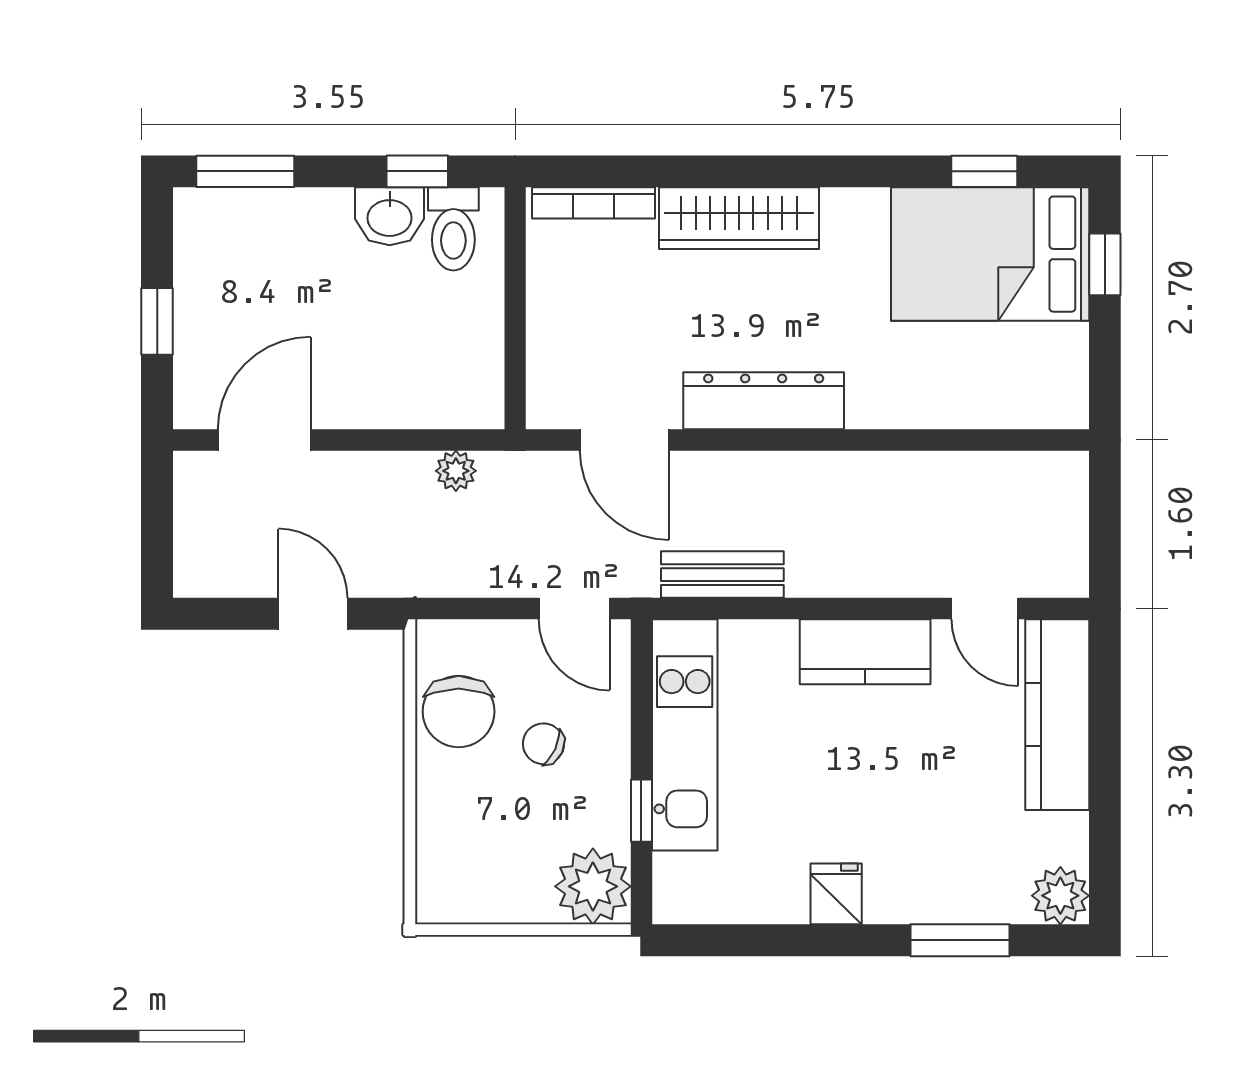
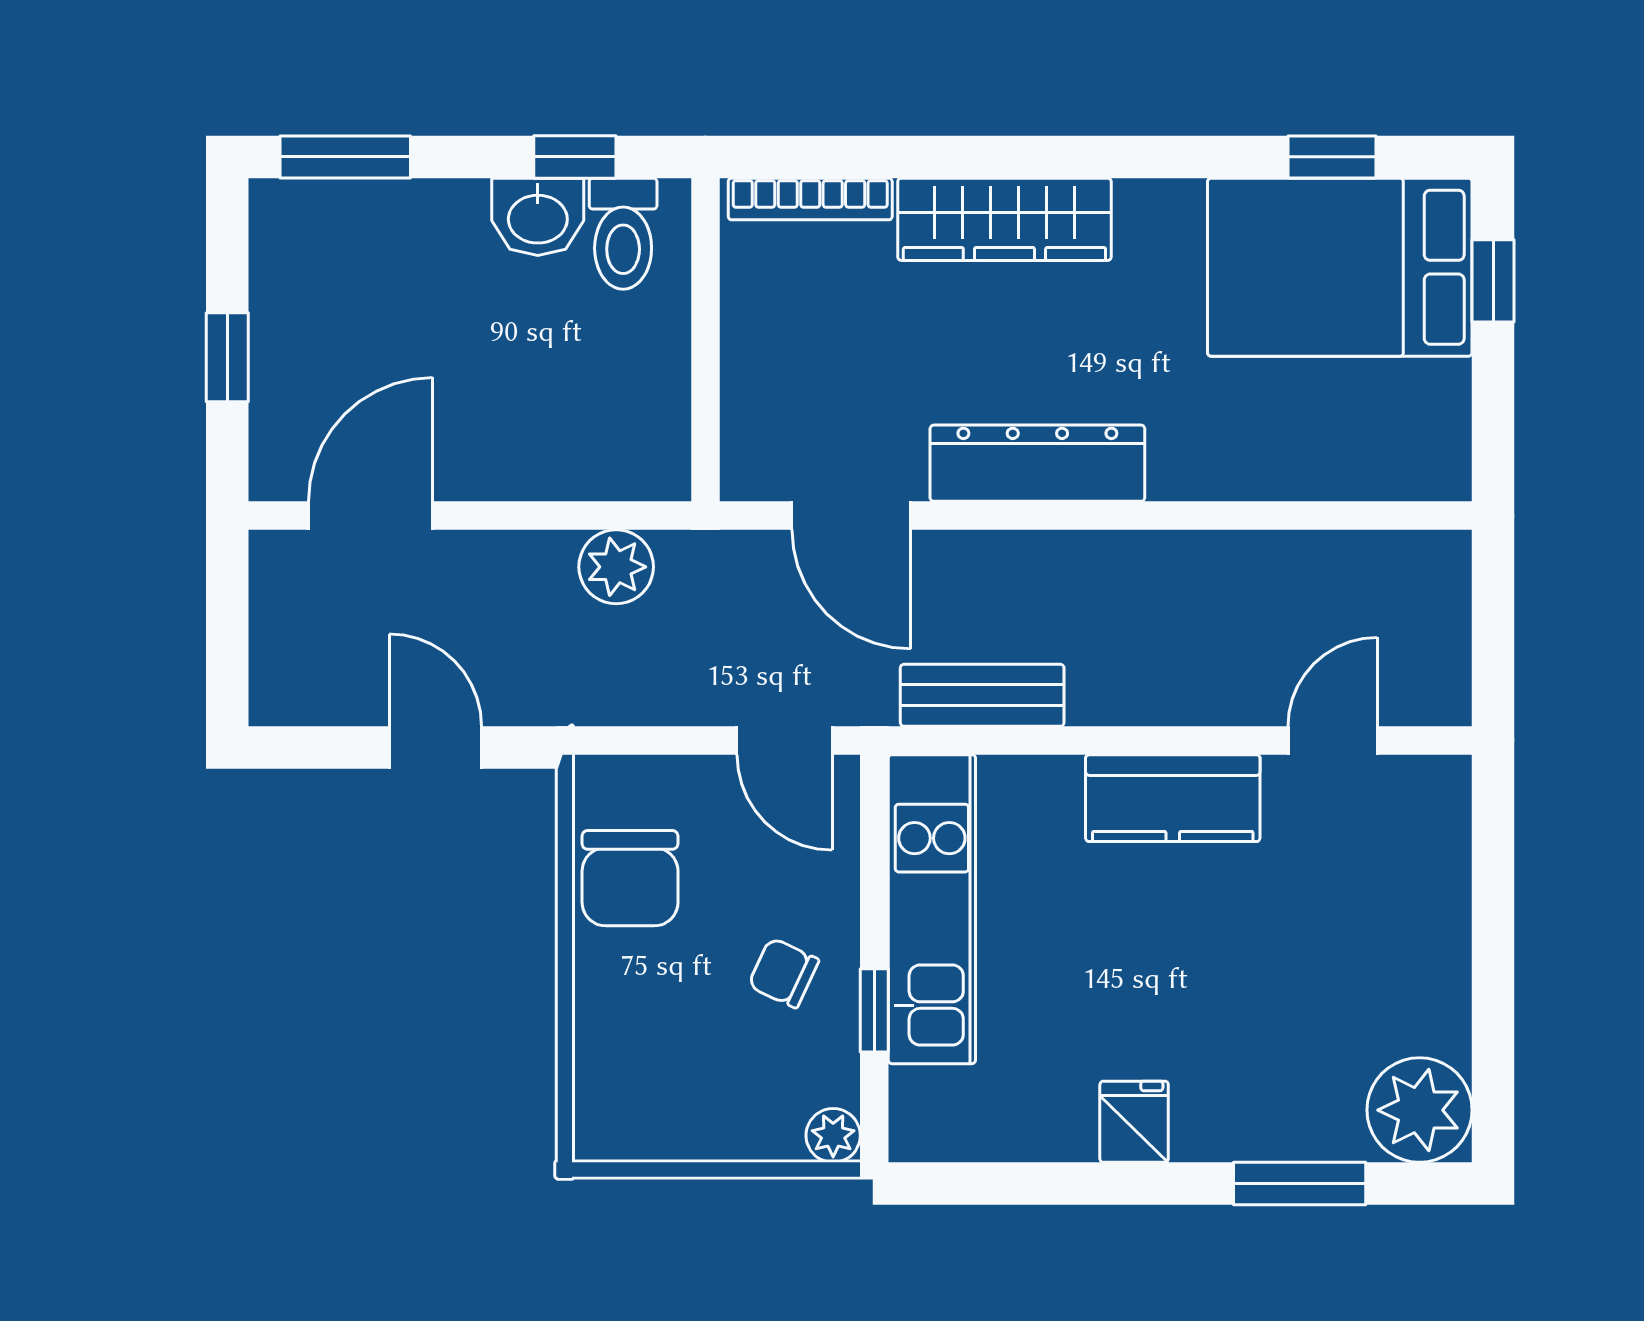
plant: (456, 471) -> (616, 567), width x1.38, depth x1.38
door: (985, 609) -> (1333, 741), swing flipped
kitchen counter: (1057, 715) -> (1429, 882), removed
chair: (543, 744) -> (784, 973), moved
plant: (593, 886) -> (833, 1135), width x0.53, depth x0.53
plant: (1060, 896) -> (1420, 1110), width x1.36, depth x1.36

